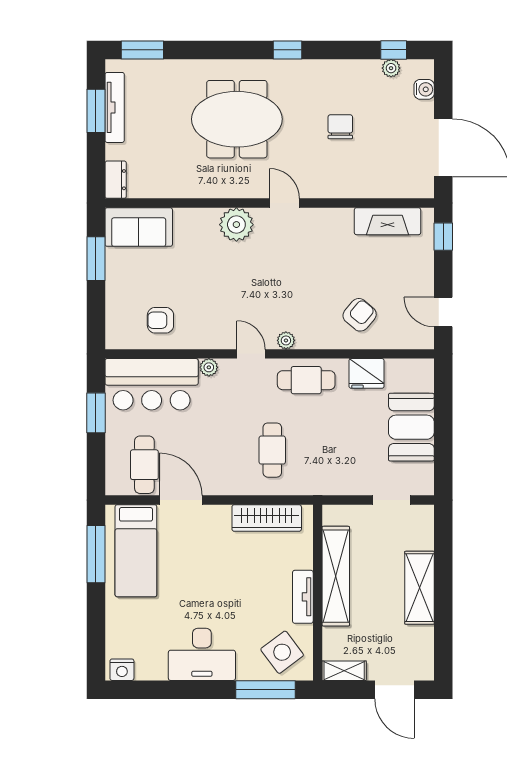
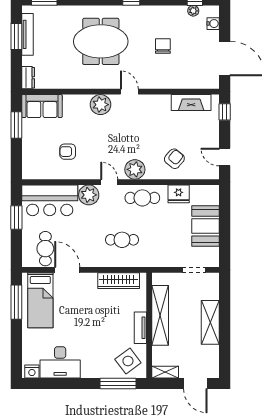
armchair: (160, 320) -> (68, 152), moved
plant: (286, 340) -> (135, 169), width x1.88, depth x1.88
plant: (209, 367) -> (89, 195), width x1.88, depth x1.88
cafe table: (272, 450) -> (122, 240), turned 90
desk: (202, 654) -> (60, 362), moved

